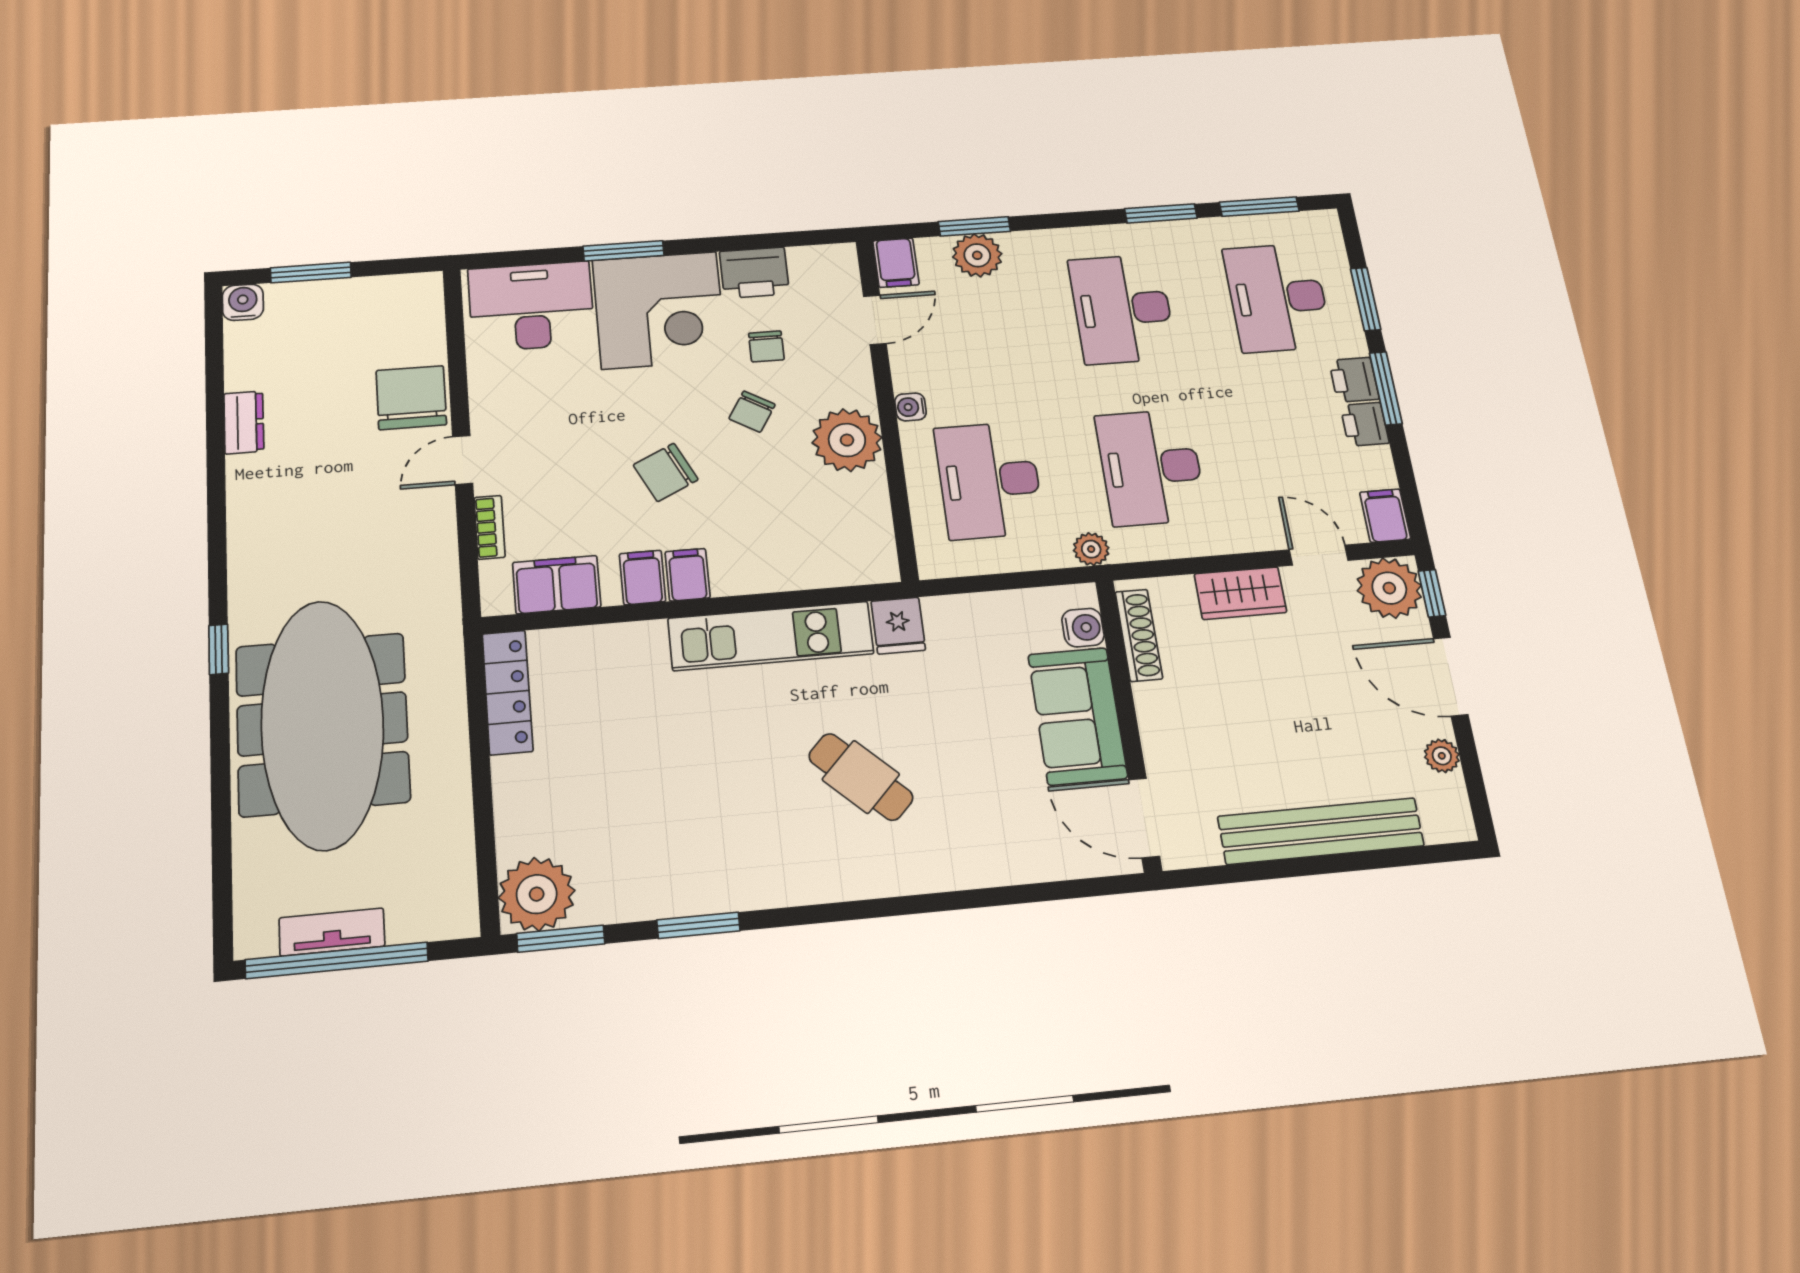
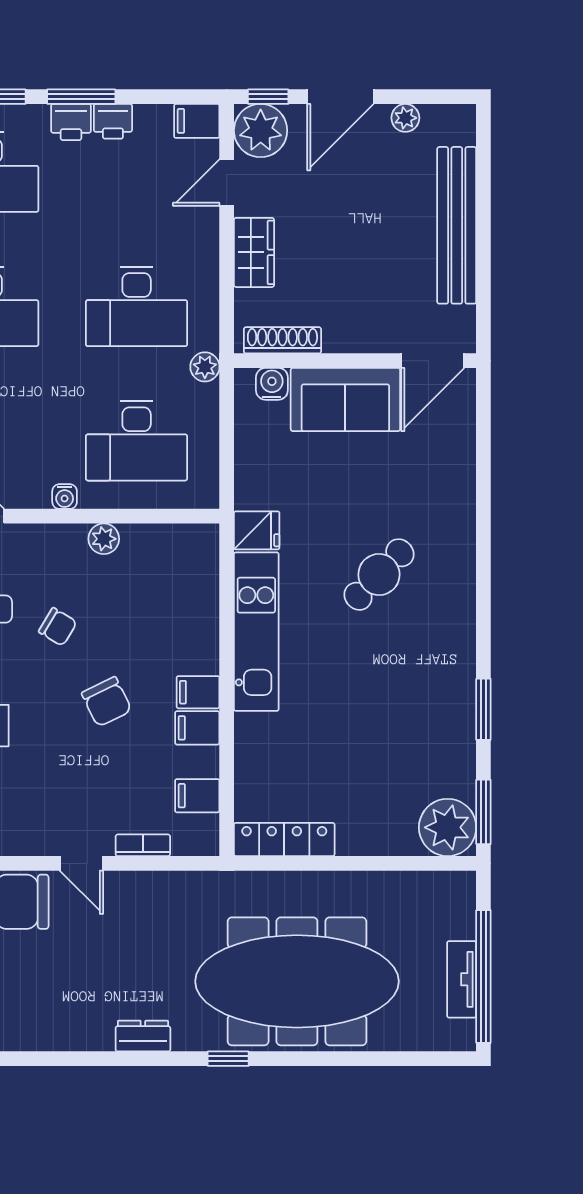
dresser: (244, 422) -> (143, 1036), moved
plant: (847, 440) -> (104, 539), width x0.53, depth x0.53
filing cabinet: (557, 585) -> (197, 796), width x0.50

